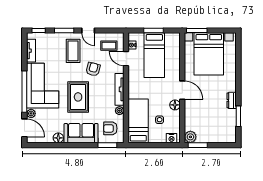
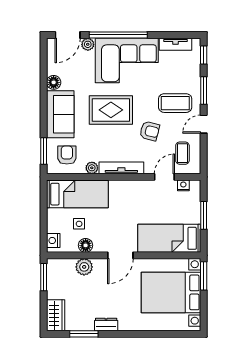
bed: (154, 55) -> (169, 238), moved
floor lamp: (175, 105) -> (86, 245), moved
wardrobe: (225, 136) -> (56, 315), added
plant: (190, 137) -> (84, 267), moved

